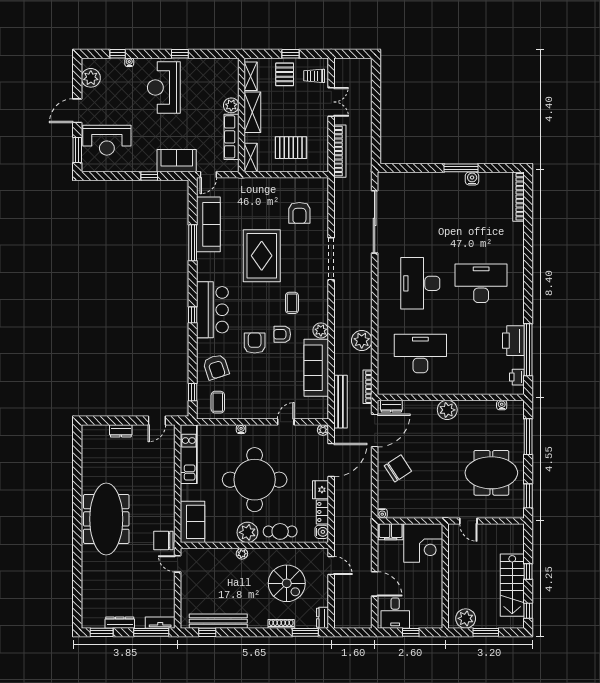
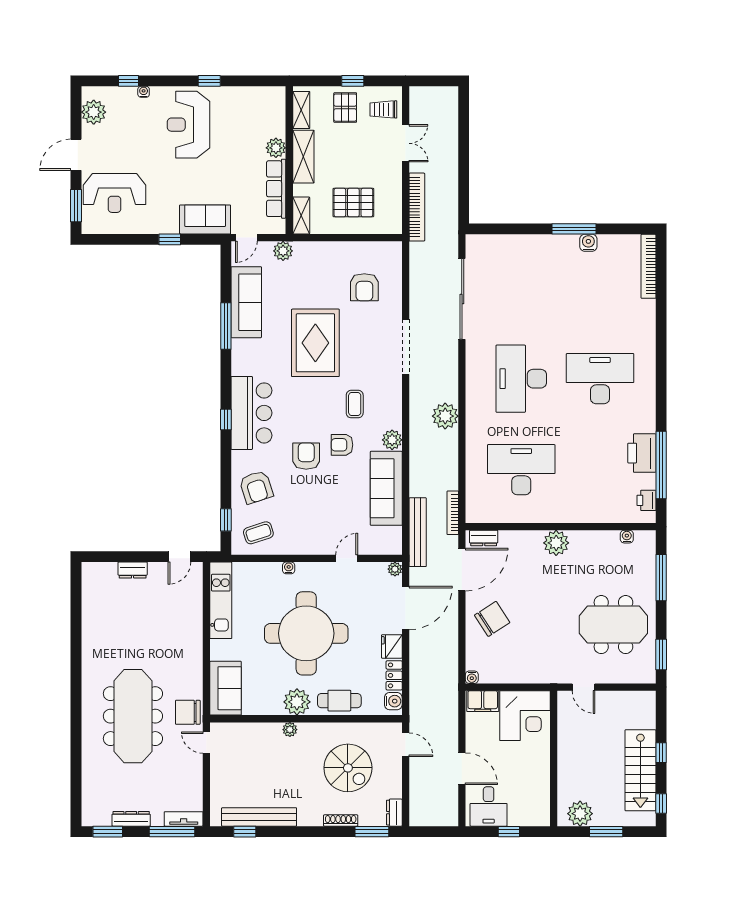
plant: (237, 185) -> (283, 251), added
plant: (362, 340) -> (445, 416), moved
coffee table: (218, 402) -> (258, 533), turned 72
meeting table: (106, 519) -> (133, 716), moved

